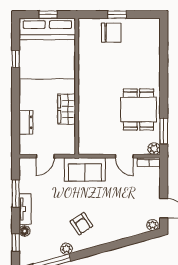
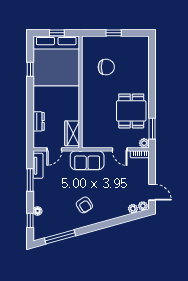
chair: (111, 33) -> (106, 67), moved
wardrobe: (66, 109) -> (72, 133), moved
tv unit: (25, 209) -> (38, 166), moved
plant: (66, 249) -> (133, 209), moved

